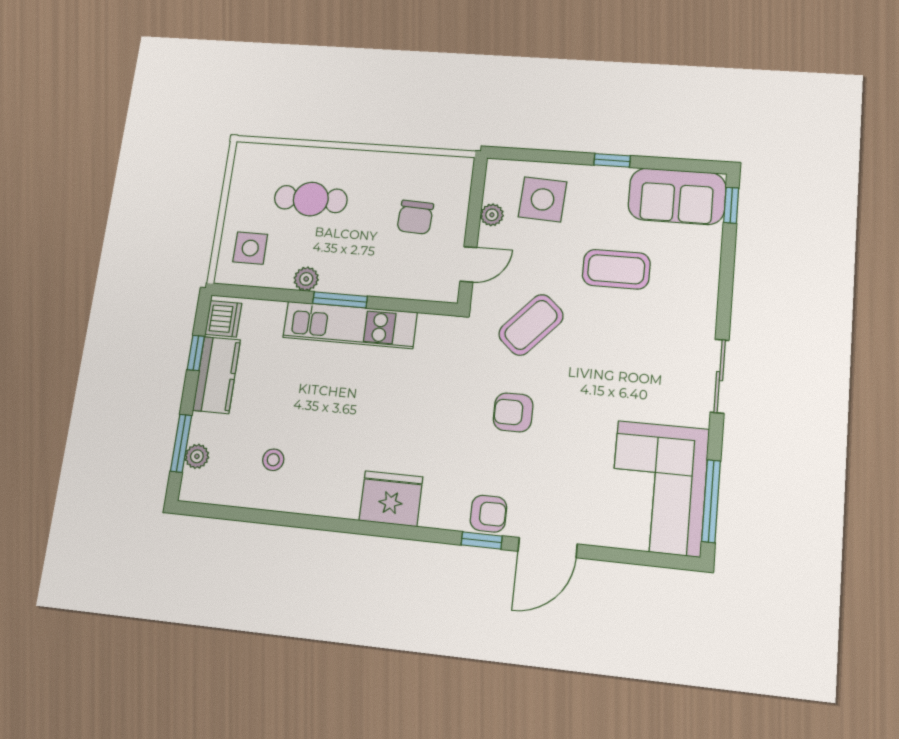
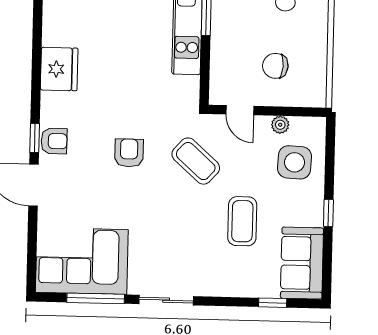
window: (731, 205) -> (273, 303), moved
window: (711, 501) -> (96, 298), moved
armchair: (488, 514) -> (54, 141), turned -90

